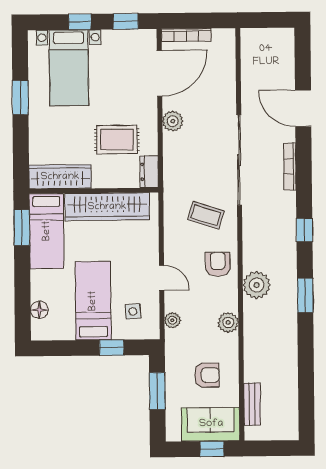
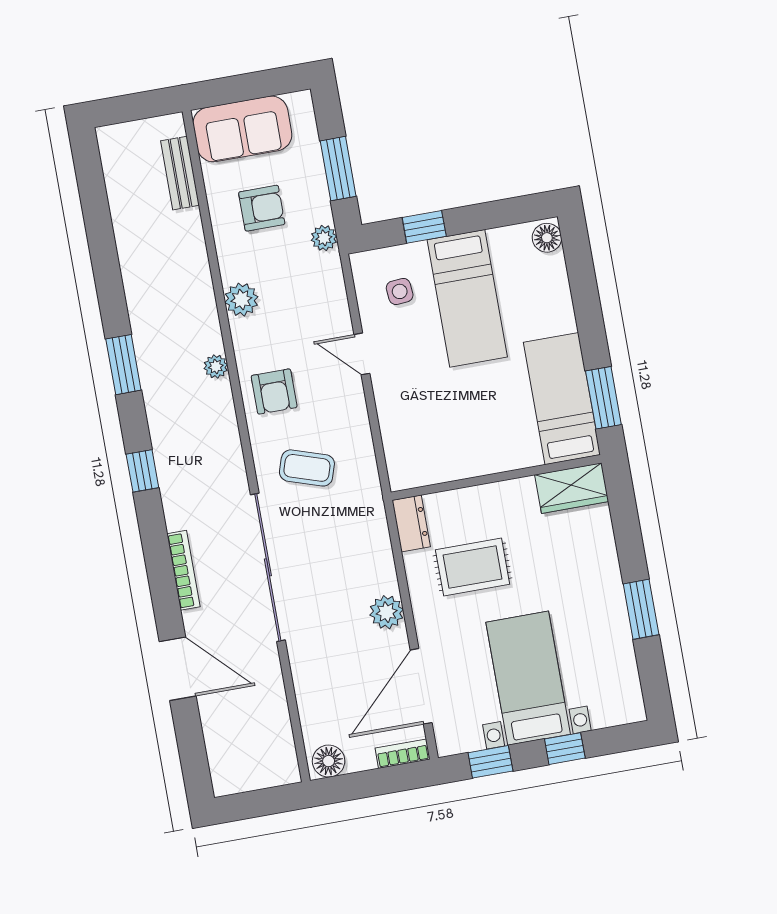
bookcase: (186, 35) -> (403, 754), width x0.64
floor lamp: (222, 38) -> (329, 761), added
bed with nightstands: (69, 68) -> (528, 678), moved
wardrobe: (60, 177) -> (572, 488), width x0.67
wardrobe: (107, 207) -> (470, 455), removed
plant: (257, 285) -> (216, 367), width x0.53, depth x0.53
floor lamp: (39, 310) -> (547, 238), moved
plant: (172, 320) -> (324, 238), moved
armchair: (207, 375) -> (262, 208), turned 180
window: (212, 449) -> (233, 89), removed

